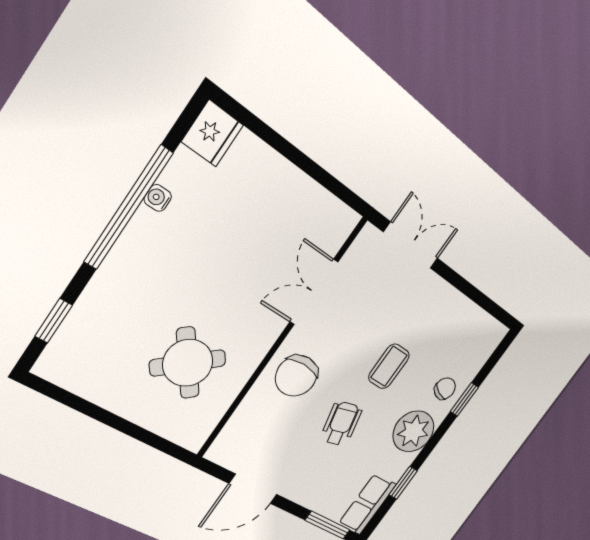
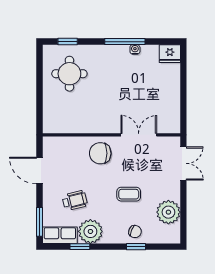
window: (128, 208) -> (125, 42), width x0.68
plant: (458, 319) -> (168, 212), added
round table: (188, 363) -> (69, 74), moved, turned 38
wheelchair: (341, 424) -> (75, 201), moved
plant: (413, 431) -> (90, 231), moved

